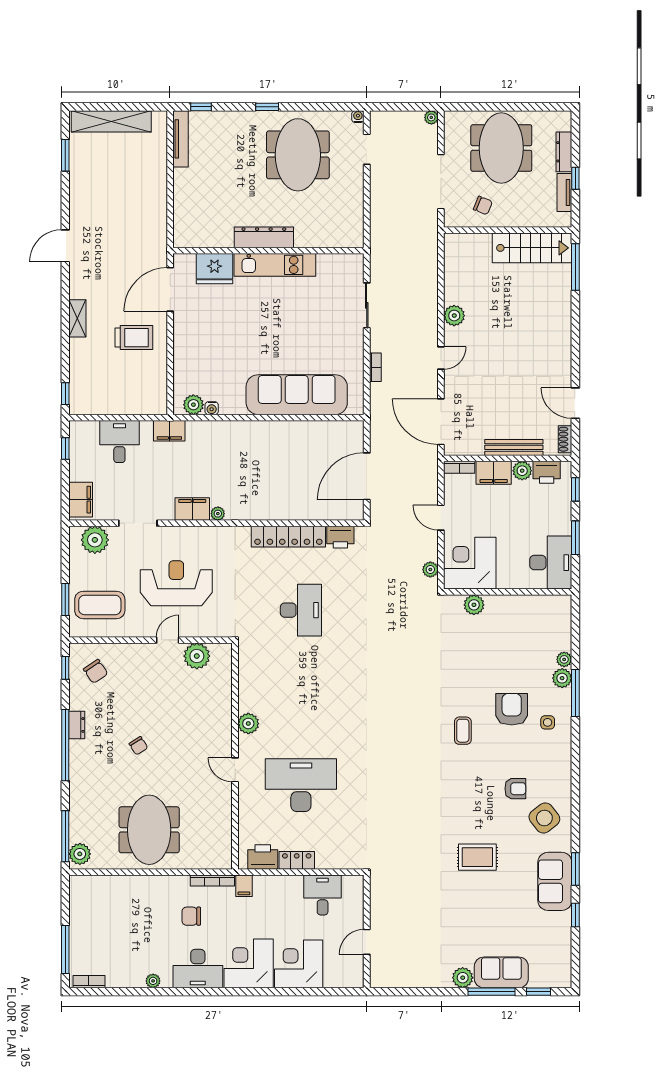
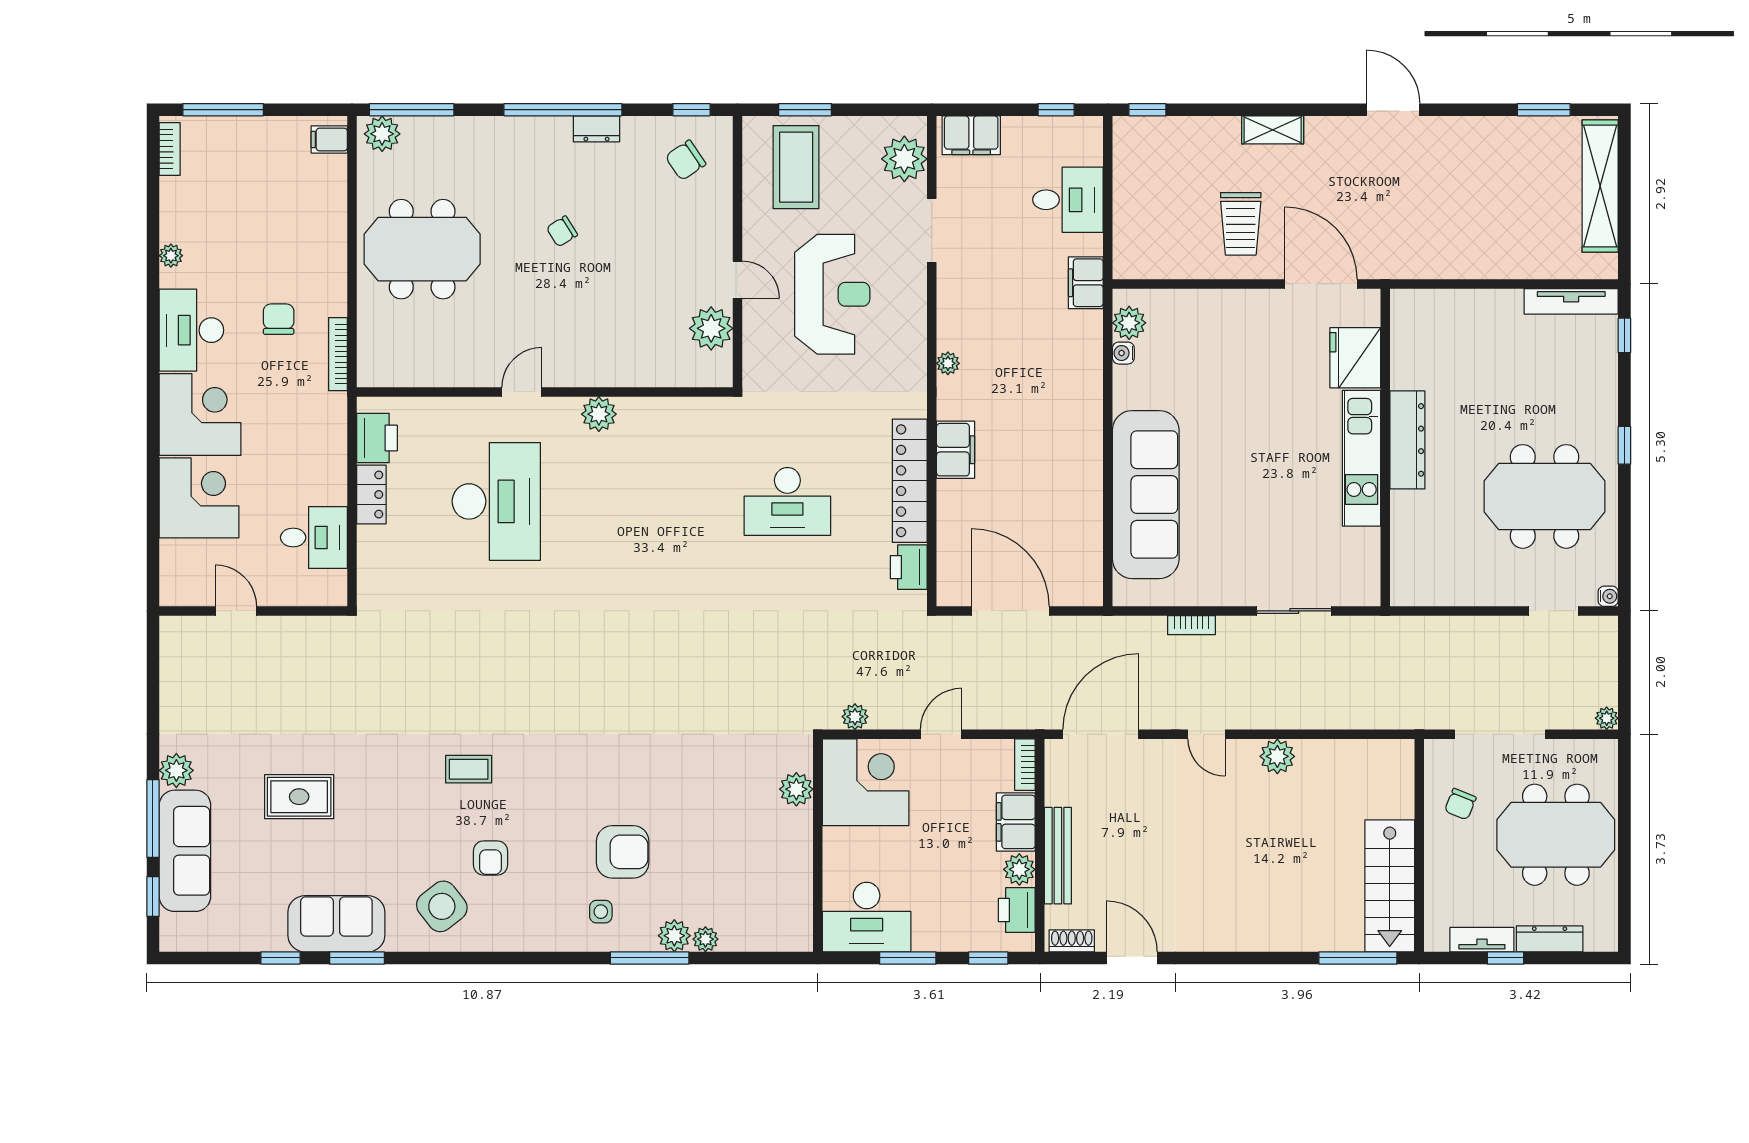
door: (575, 403) -> (1132, 958), hinge flipped
filing cabinet: (192, 509) -> (956, 450), moved
coffee table: (463, 731) -> (469, 769), moved
rug: (477, 857) -> (299, 797), moved, turned 90
filing cabinet: (244, 886) -> (329, 140), moved
sofa: (501, 972) -> (185, 851), width x1.36

